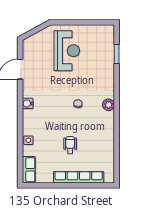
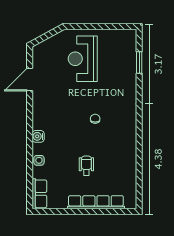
reception desk: (67, 51) -> (83, 59), turned 180
water cooler: (28, 103) -> (38, 136), moved
plant: (109, 105) -> (130, 120), removed

